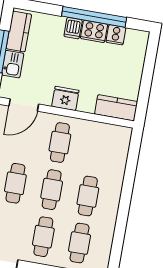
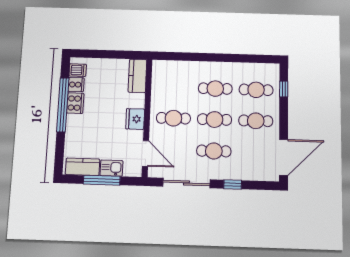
dishwasher: (73, 28) -> (78, 70), moved

